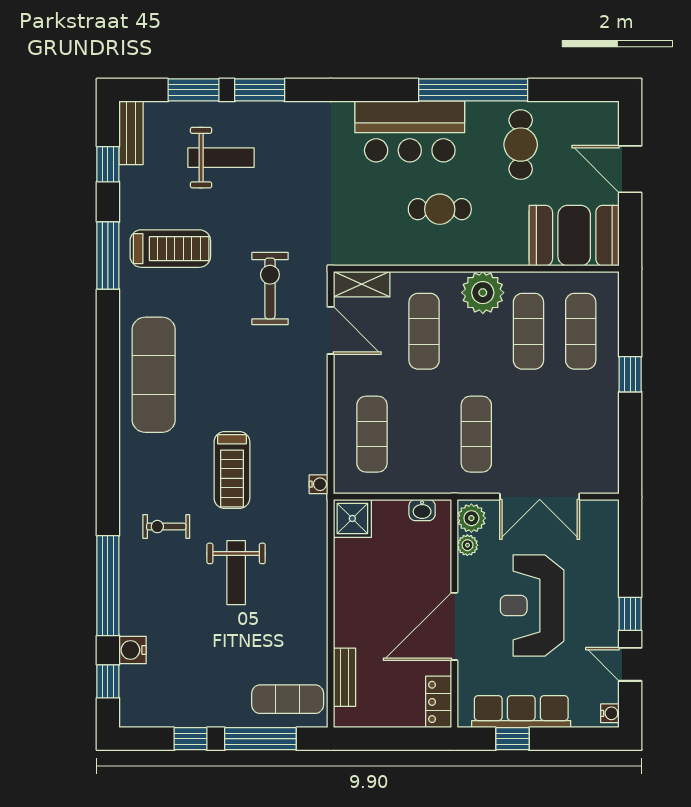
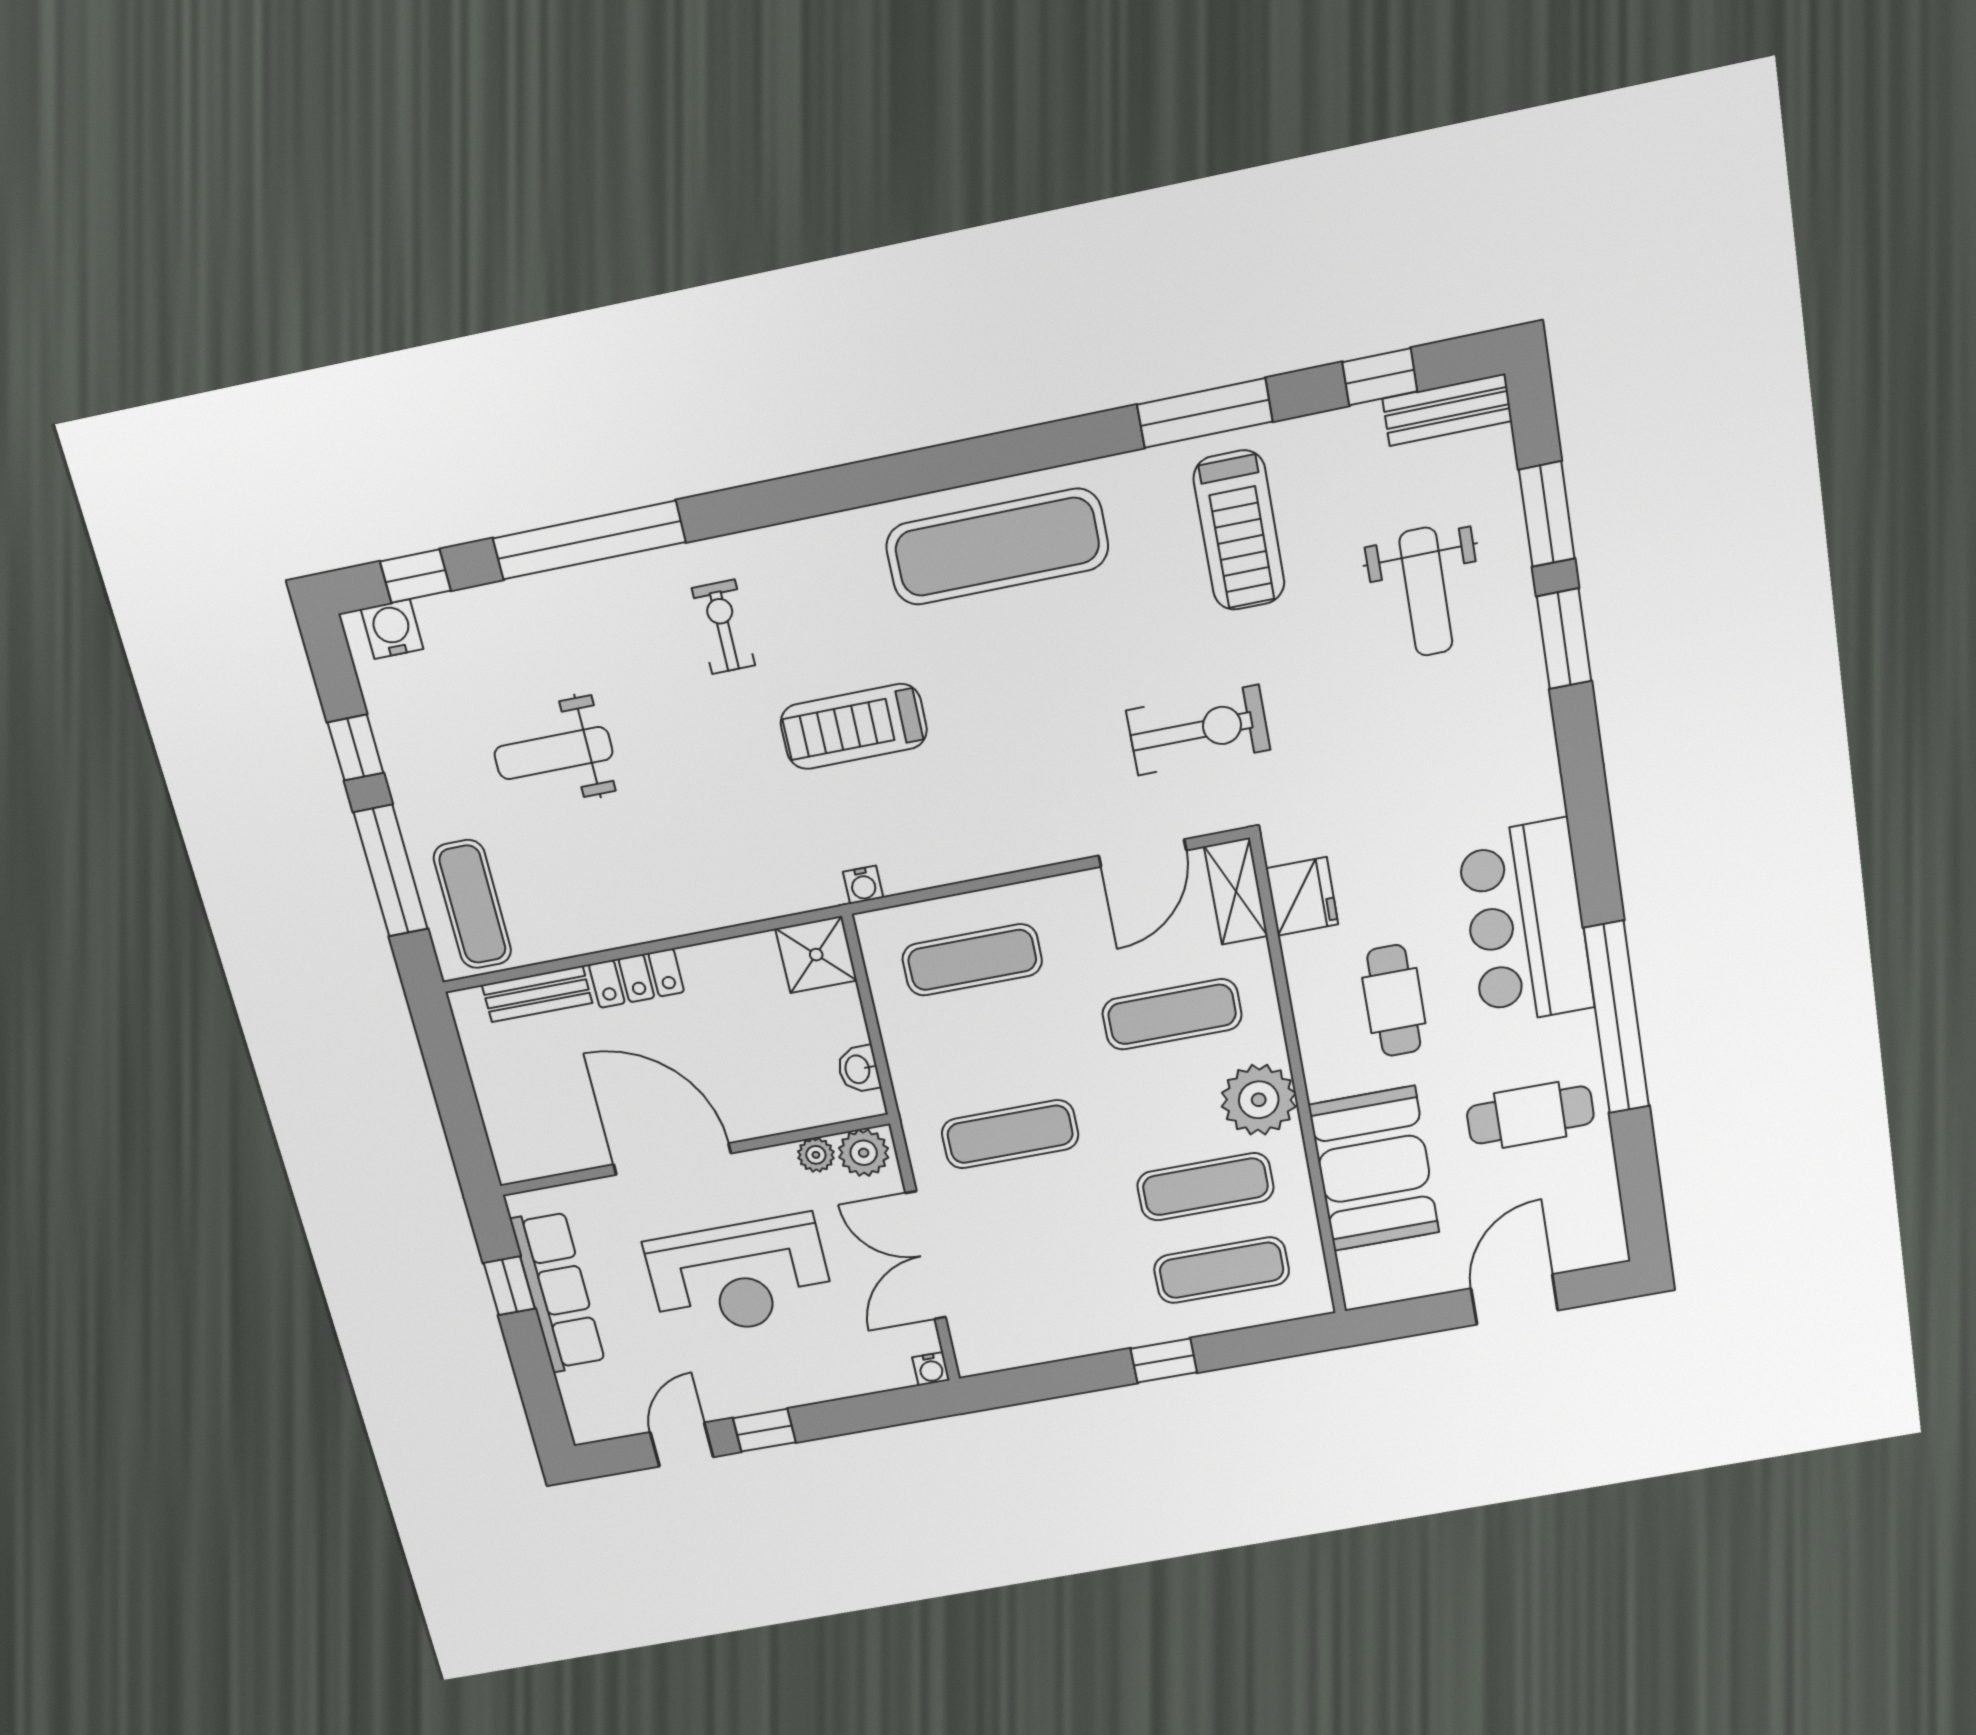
booth: (574, 236) -> (1374, 1169), moved
fridge: (371, 249) -> (1302, 896), added
weight bench: (236, 573) -> (553, 753), moved
reception desk: (532, 606) -> (739, 1277), turned 180
water cooler: (133, 650) -> (392, 629), moved
locker: (439, 702) -> (636, 978), moved, turned 180
water cooler: (610, 713) -> (931, 1369), moved

